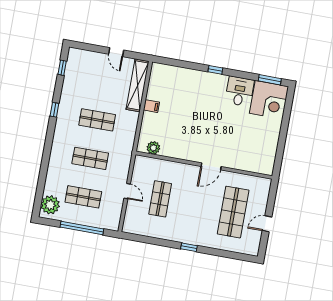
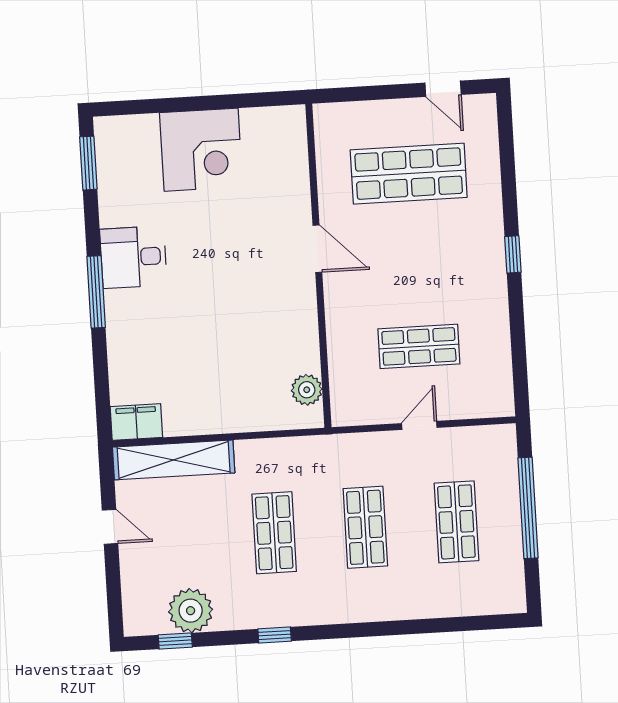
door: (116, 52) -> (110, 527), hinge flipped
window: (215, 70) -> (96, 292), width x2.17
desk: (240, 91) -> (133, 257), moved
corner desk: (269, 100) -> (201, 150), moved, turned 90
filing cabinet: (151, 106) -> (136, 422), moved, width x2.00
plant: (50, 205) -> (191, 611), moved
door: (267, 224) -> (443, 89), moved

